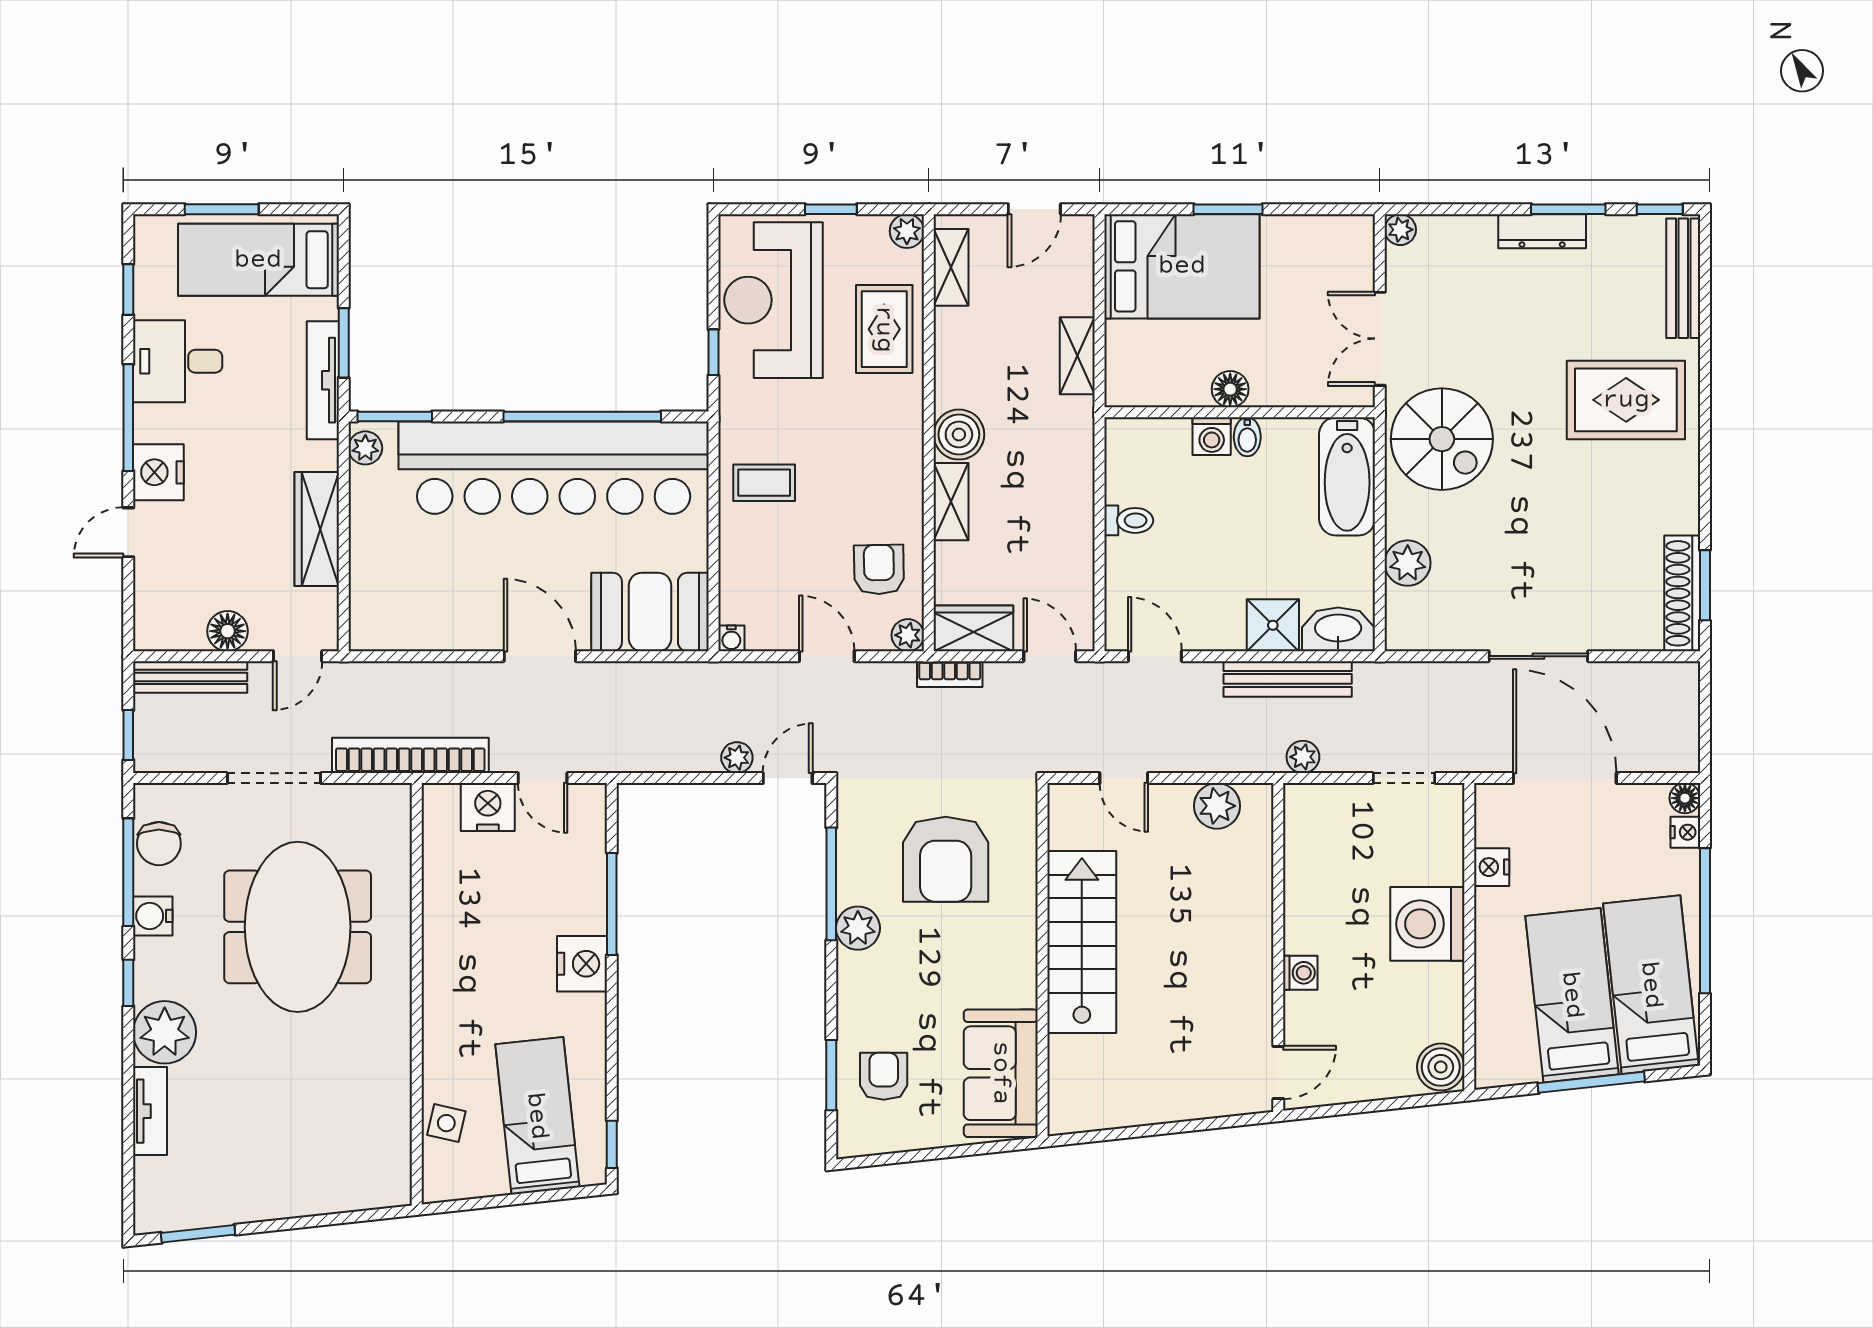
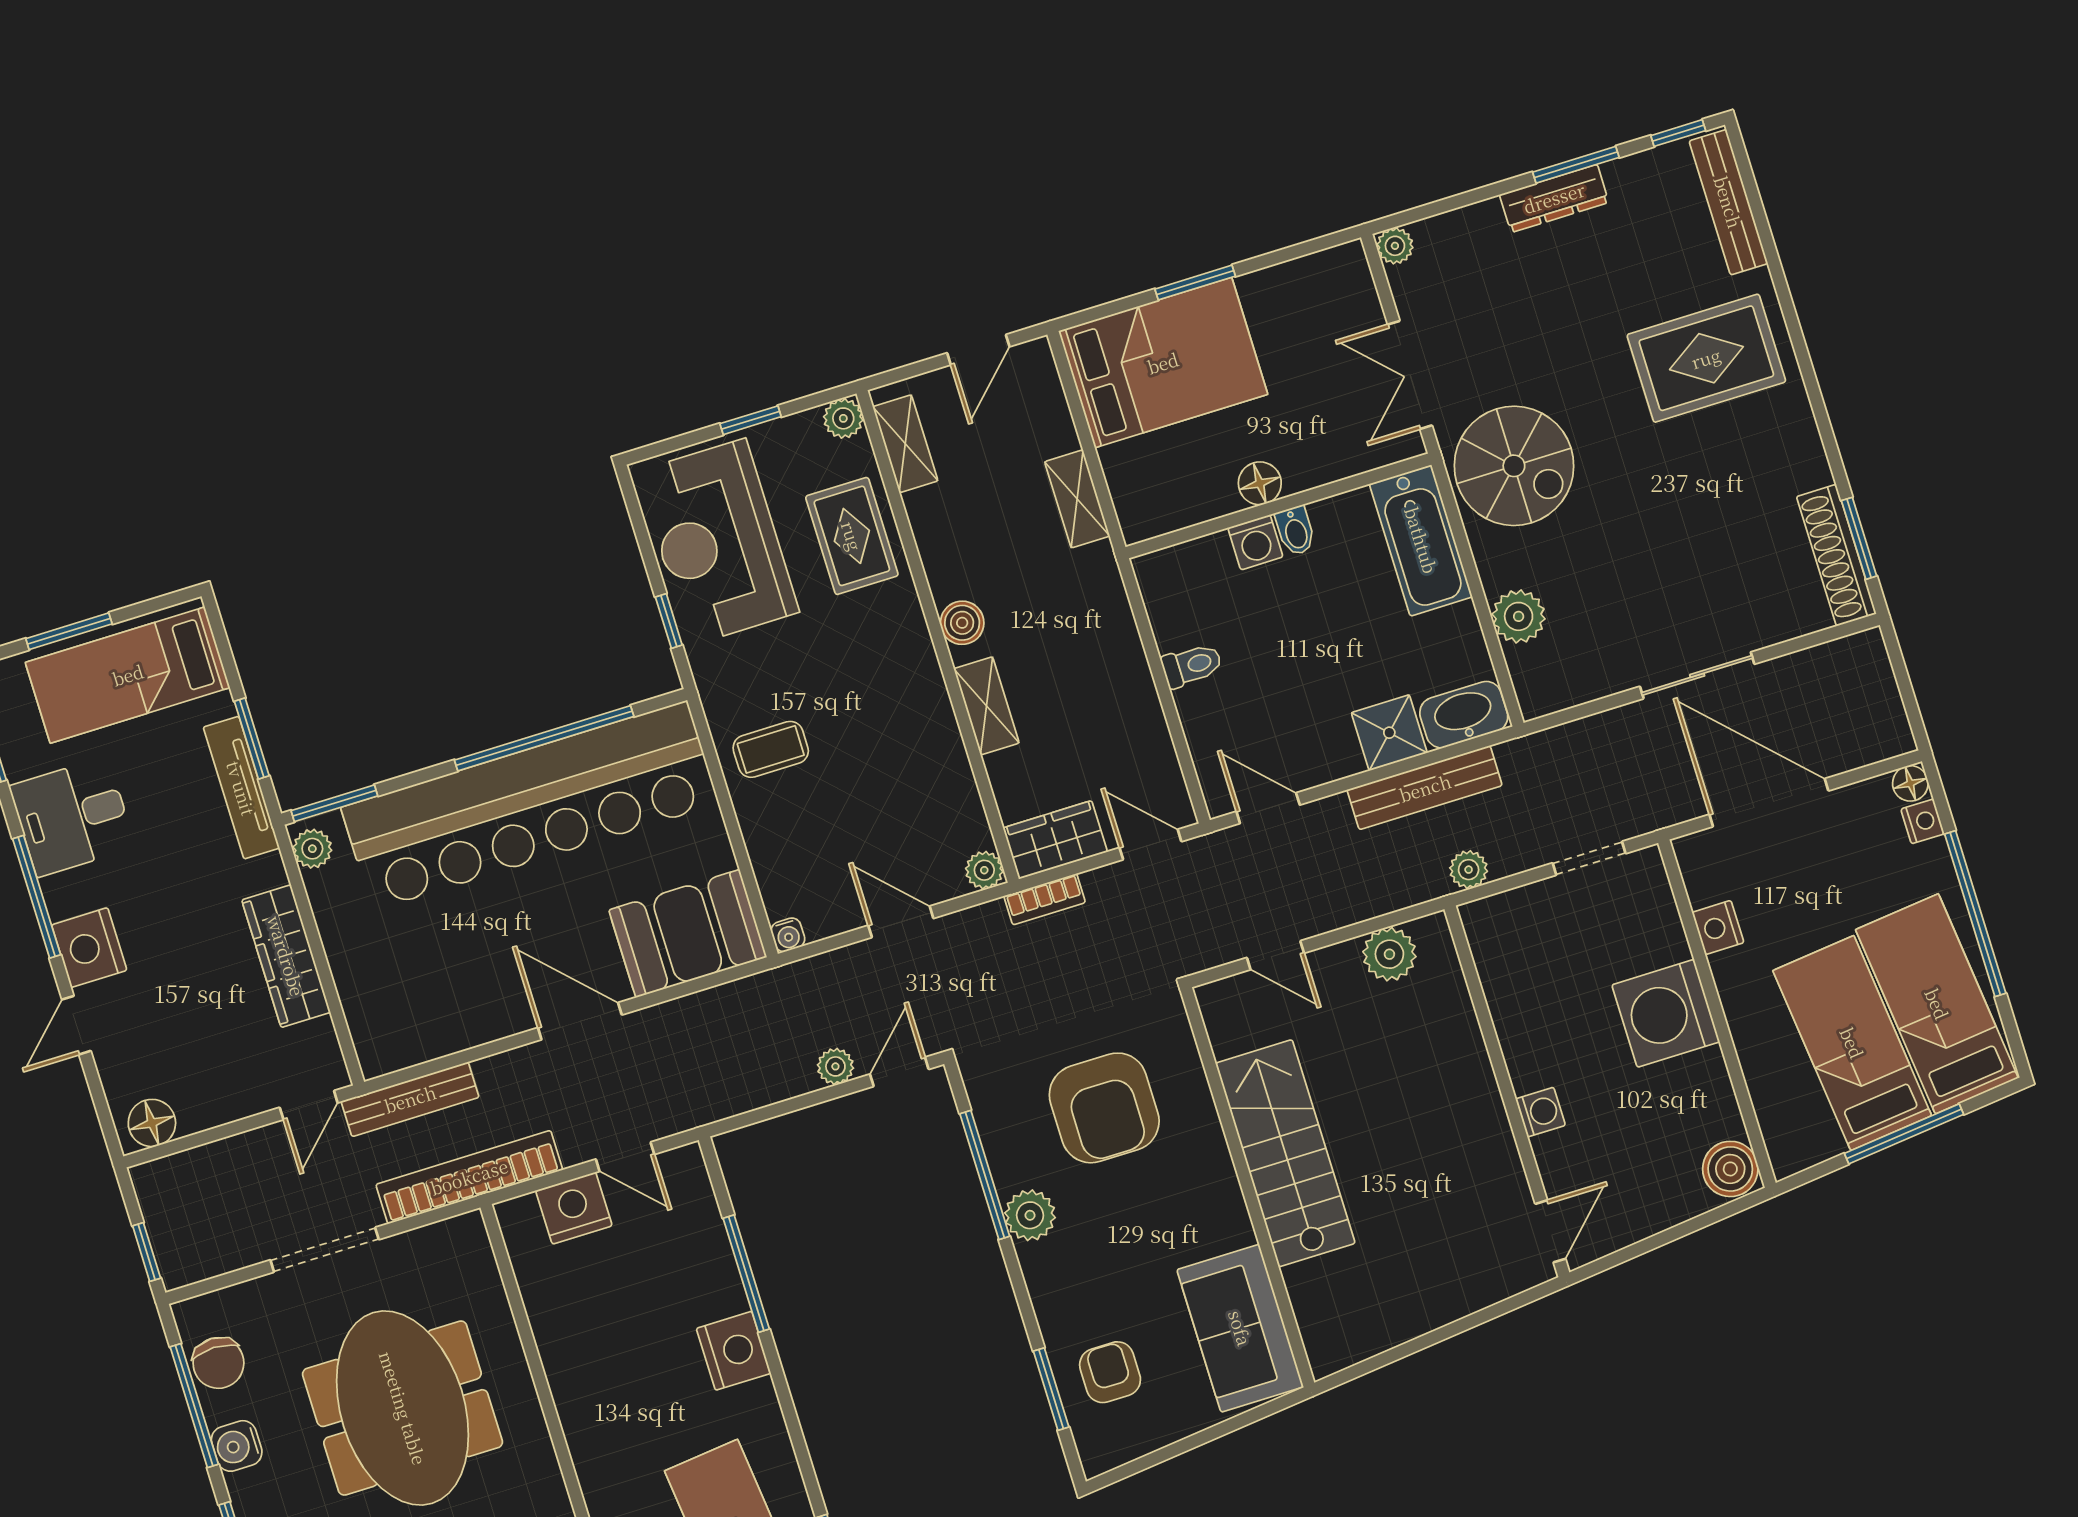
boiler: (959, 435) -> (962, 623), width x0.73, depth x0.73
armchair: (879, 569) -> (929, 807), removed
floor lamp: (228, 631) -> (152, 1123), moved
bench: (190, 677) -> (410, 1099), moved

